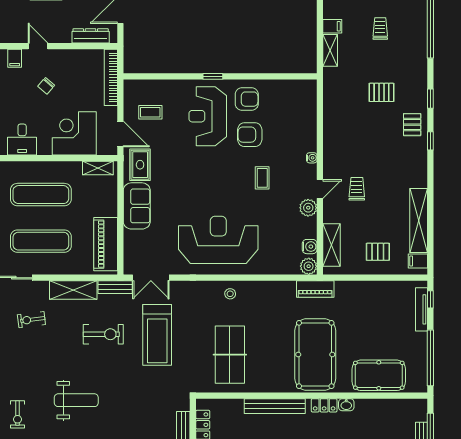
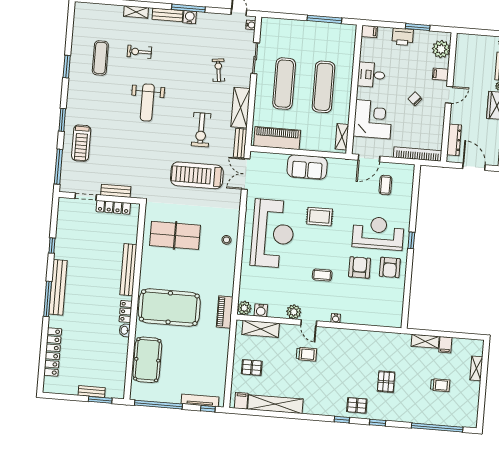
rug: (140, 165) -> (320, 217), moved
pallet: (378, 252) -> (252, 368), turned 90

